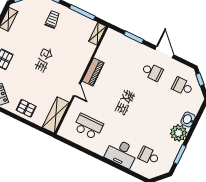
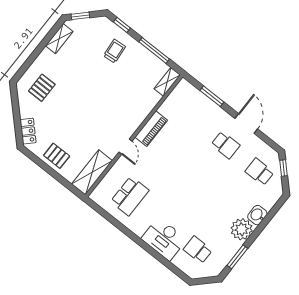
school desk: (88, 126) -> (130, 196), turned 90

